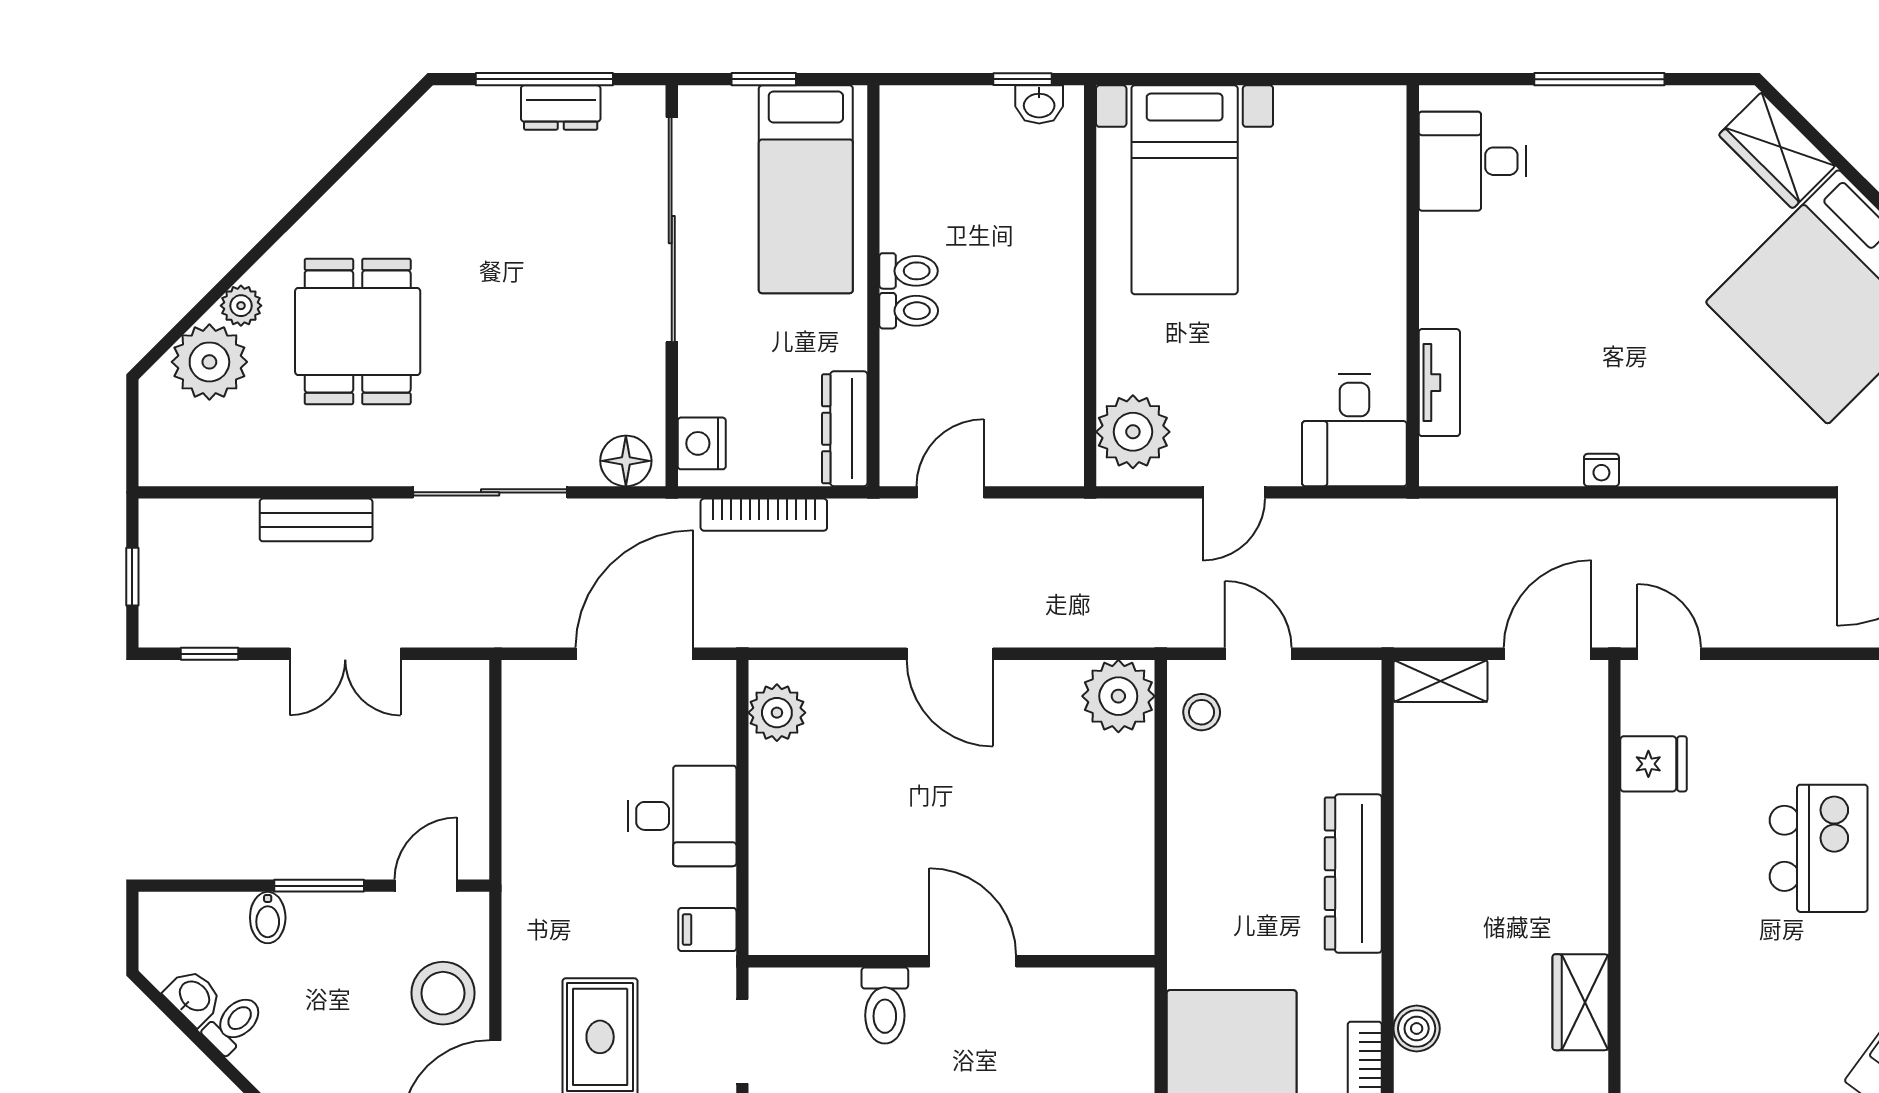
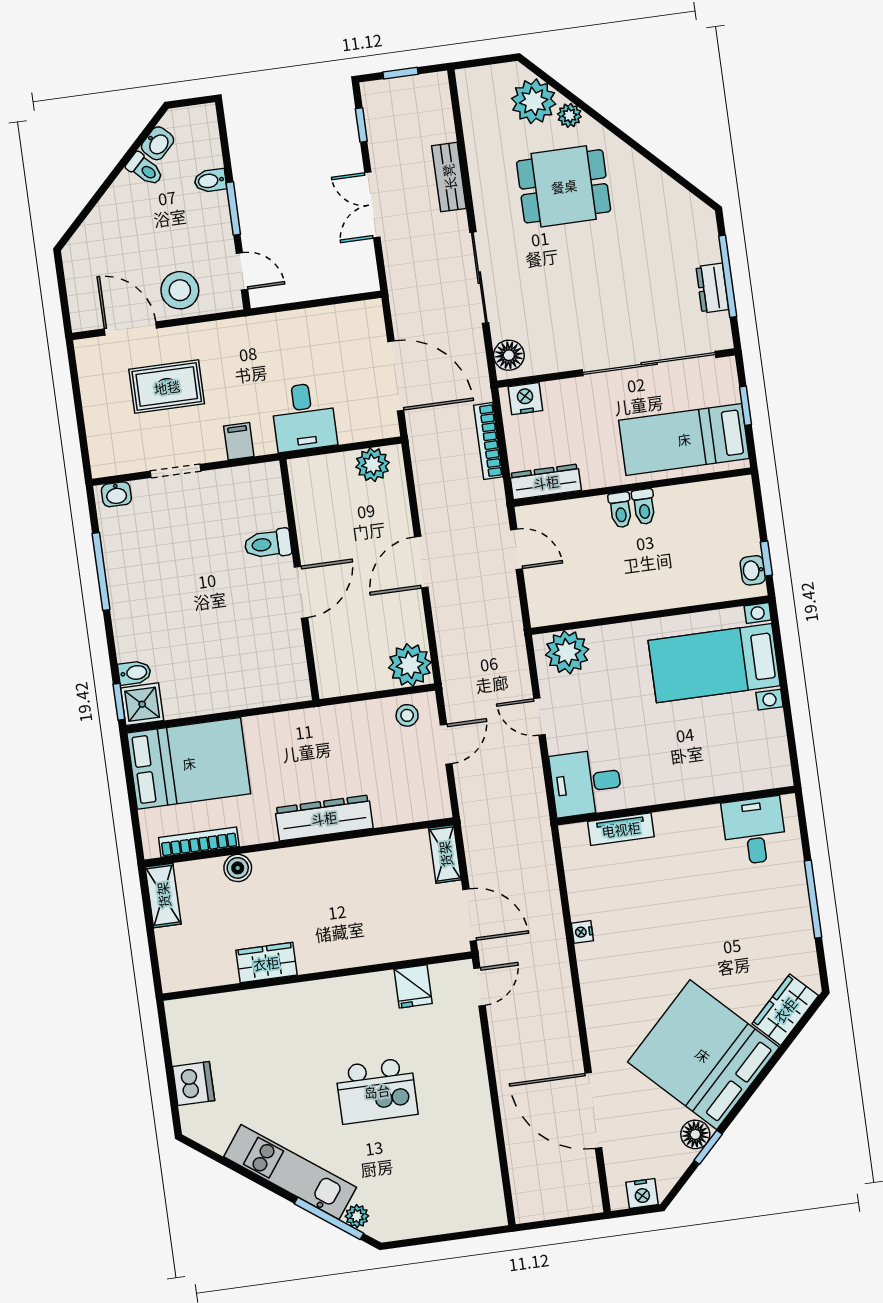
wall: (952, 961) -> (299, 580), moved
door: (973, 961) -> (301, 592), moved
toilet: (885, 1005) -> (268, 544), moved

